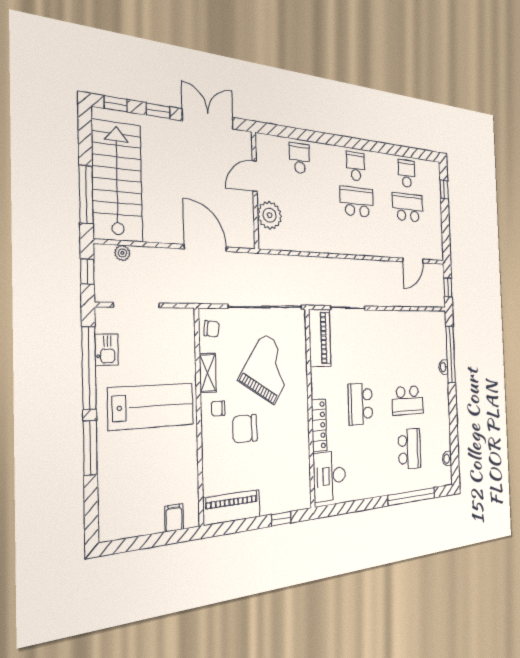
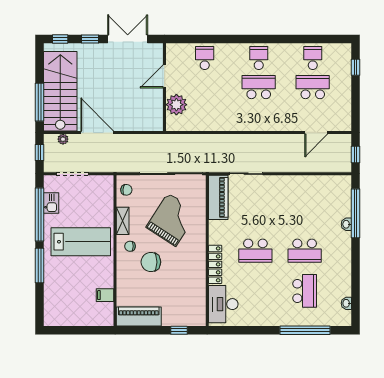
door: (206, 248) -> (97, 132), moved
school desk: (361, 404) -> (255, 251), turned -90
filing cabinet: (174, 518) -> (105, 295), moved, turned -90

